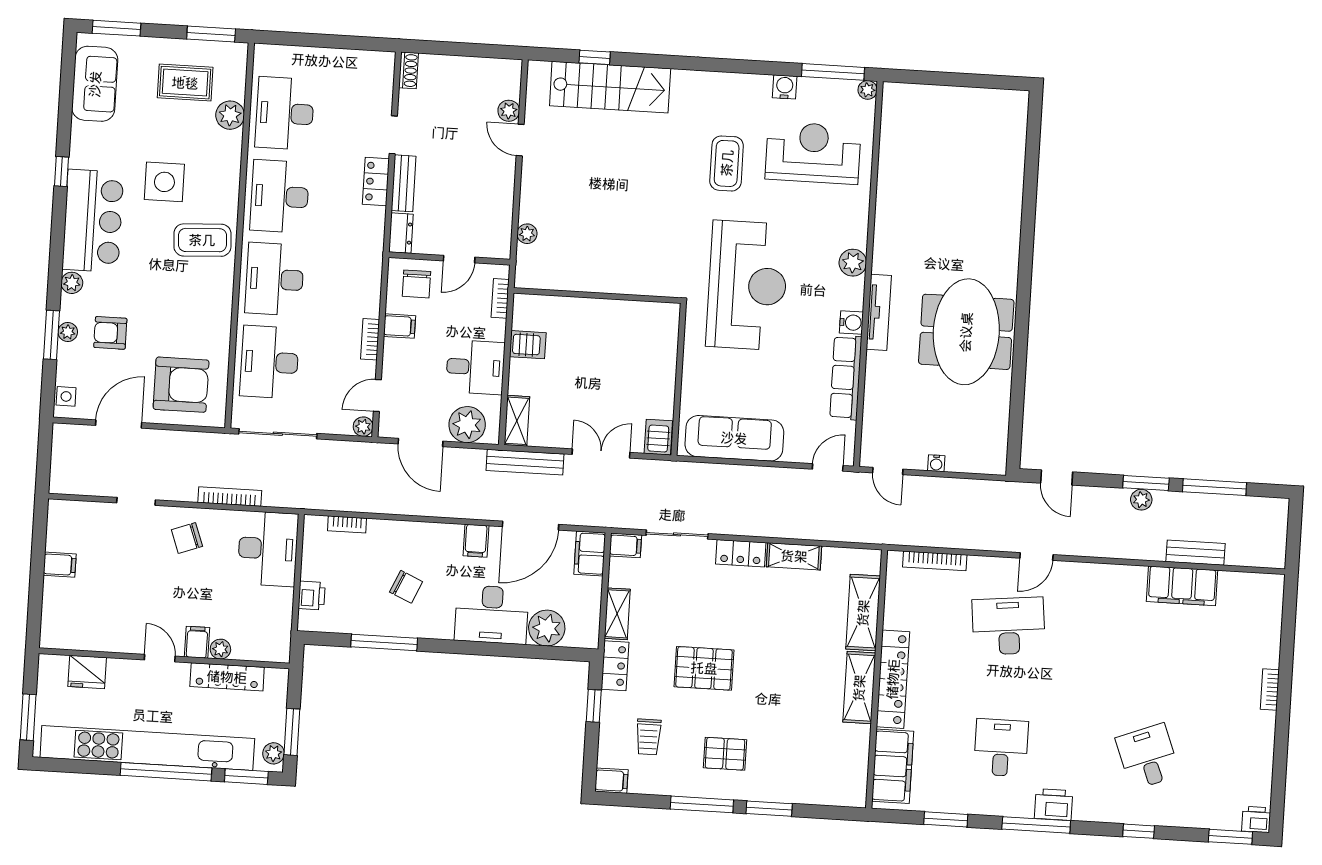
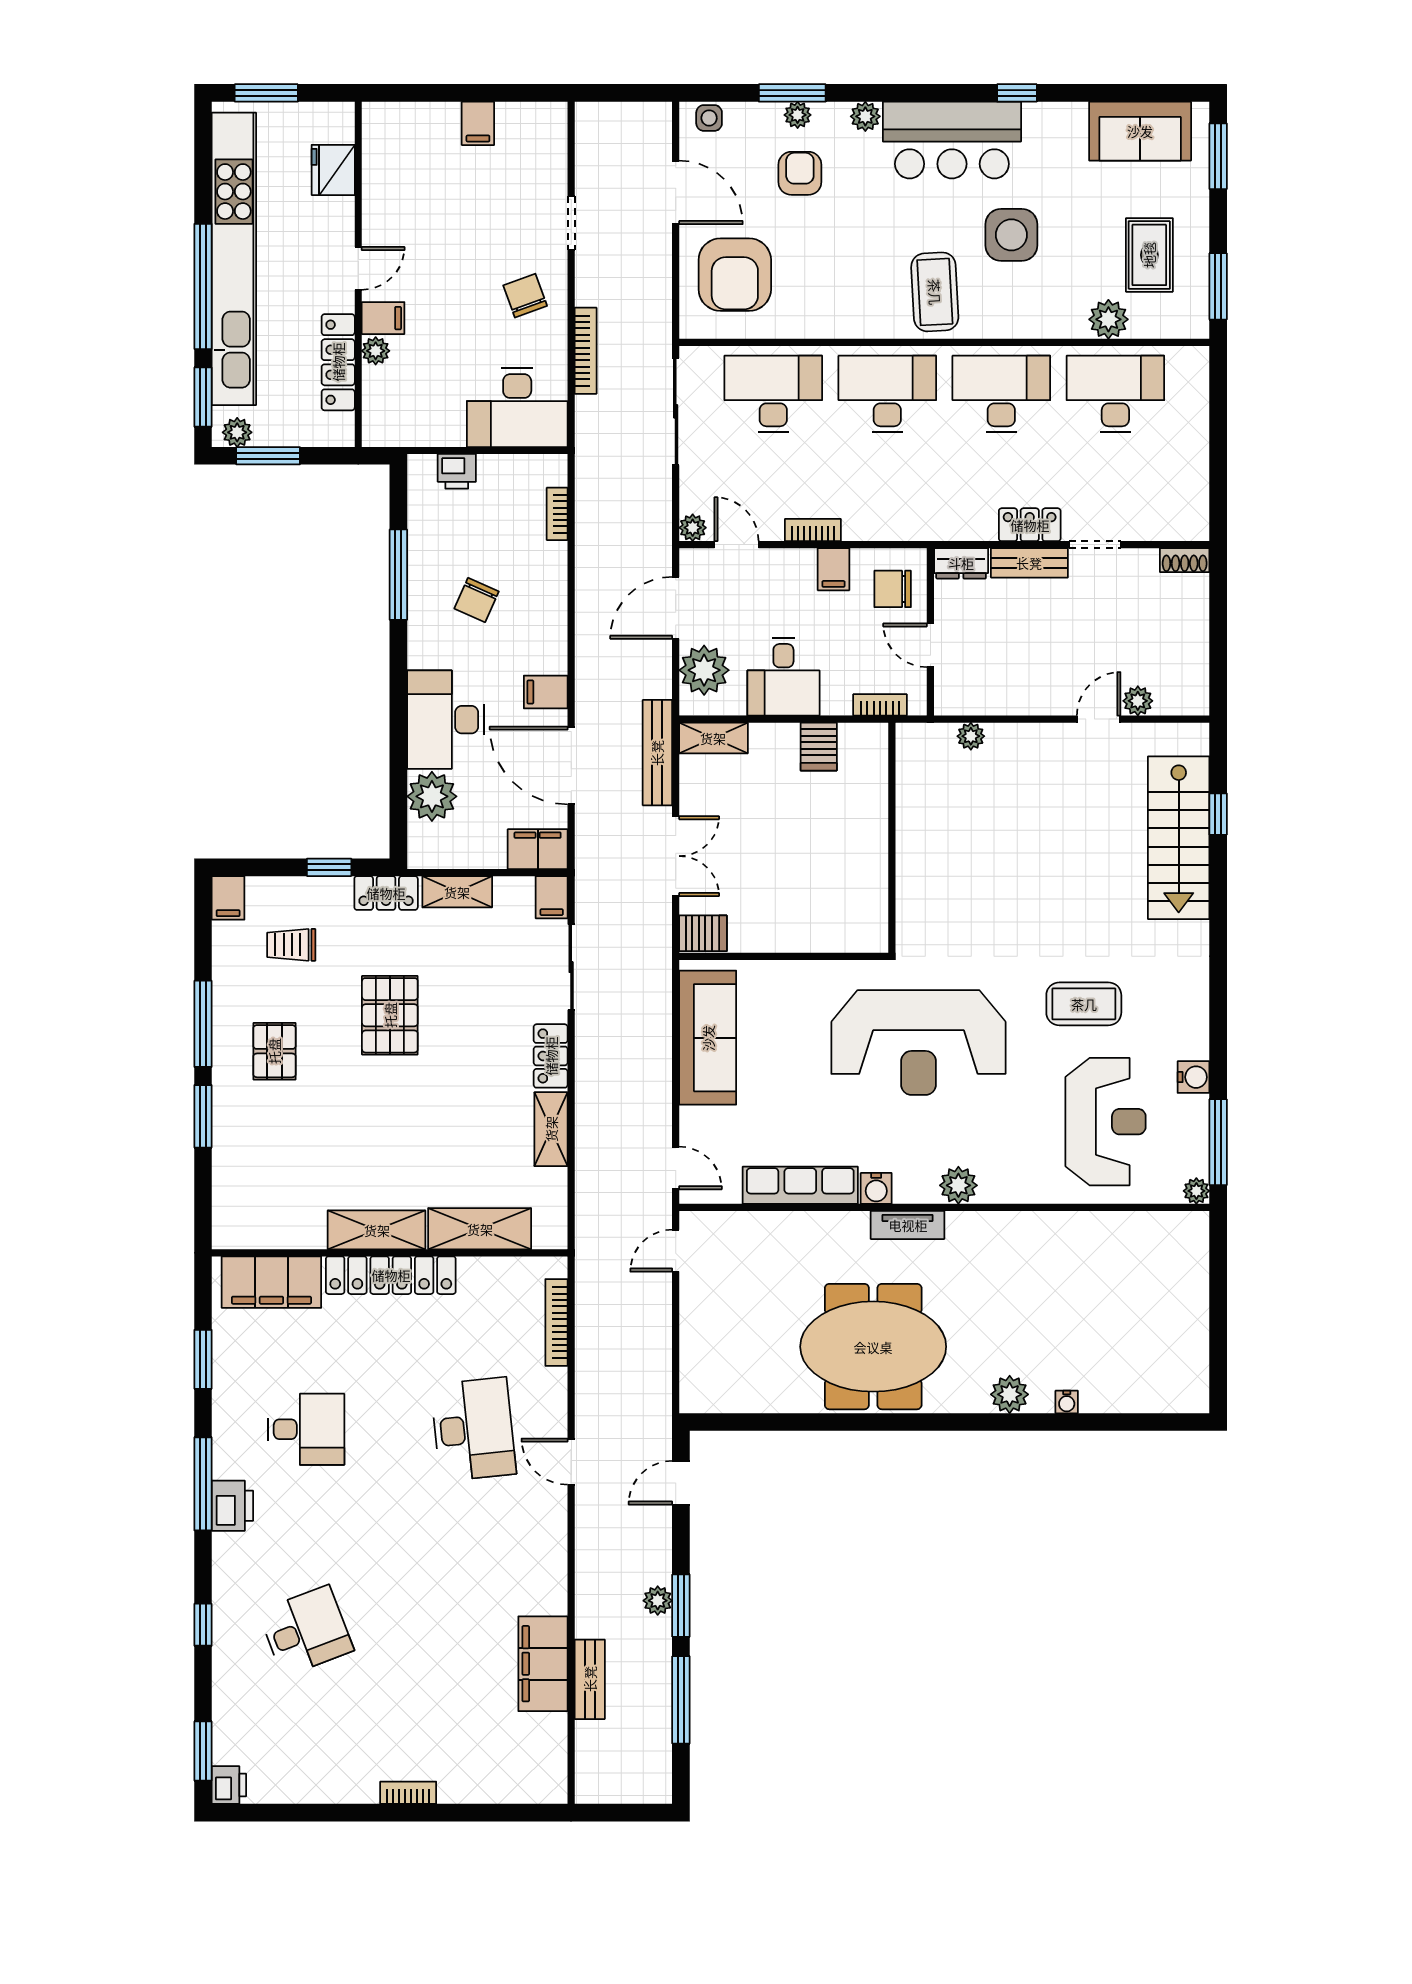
plant: (1007, 235) -> (1010, 1394), added
tv unit: (879, 312) -> (908, 1225), width x0.71
water cooler: (936, 463) -> (1067, 1402), moved, turned -90

